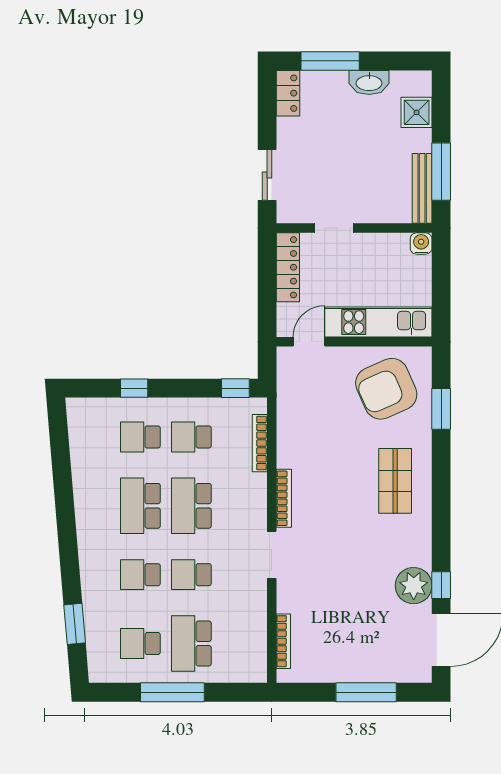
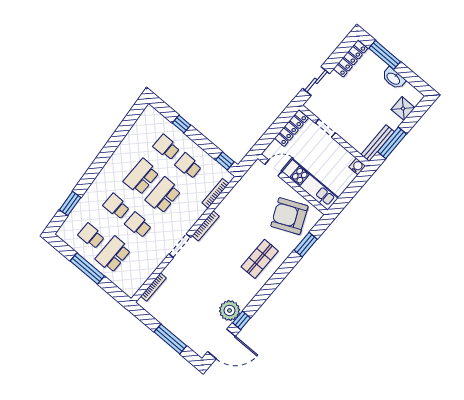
locker: (288, 93) -> (350, 59), width x1.53

